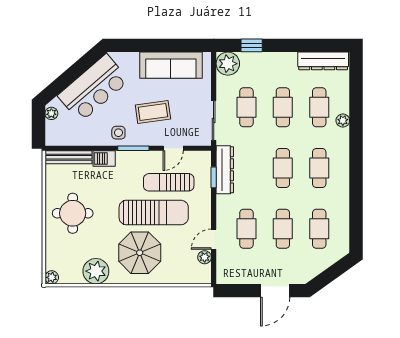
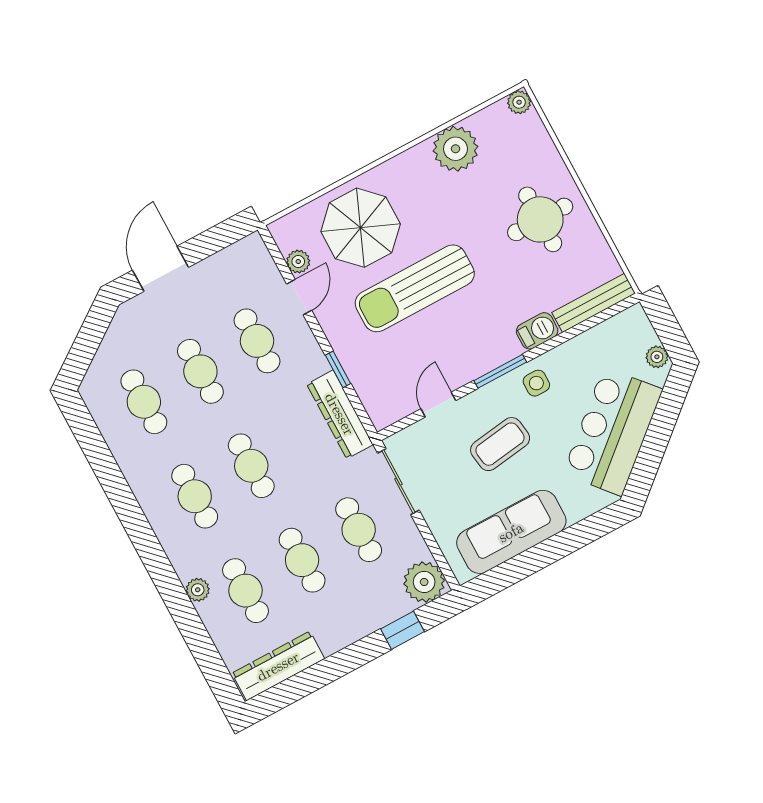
window: (214, 177) -> (338, 369), moved
sun lounger: (169, 182) -> (417, 348), removed
parasol: (140, 253) -> (361, 228), moved

